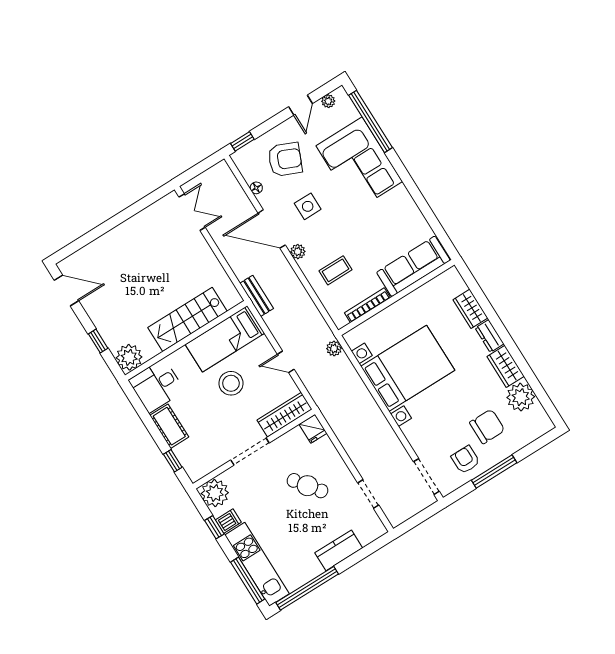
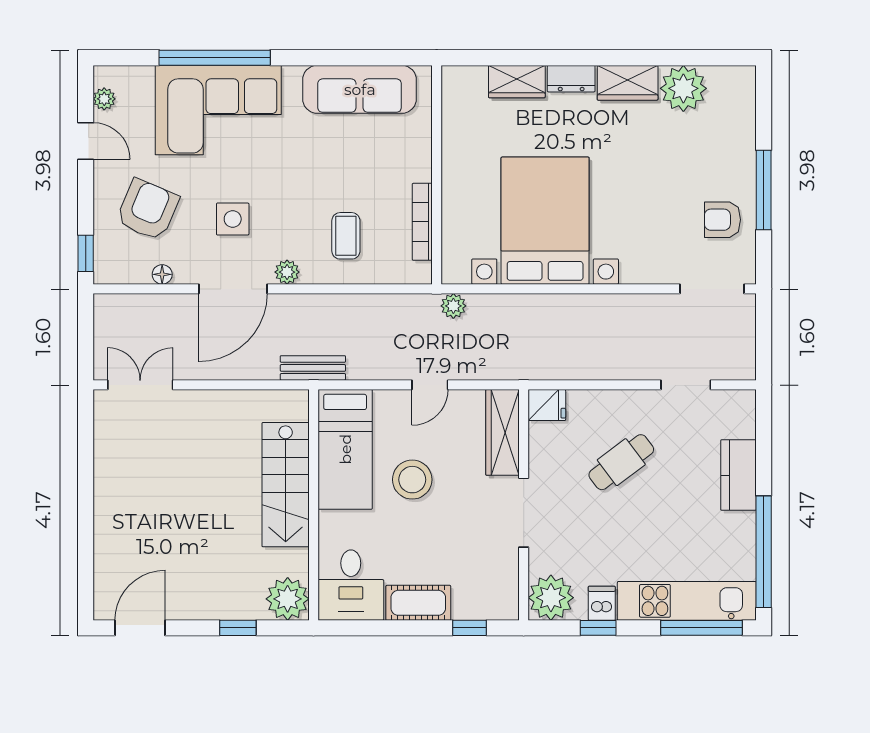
window: (370, 121) -> (215, 58), moved
sofa: (413, 266) -> (360, 89), moved, turned -90
chair: (487, 426) -> (695, 161), removed

